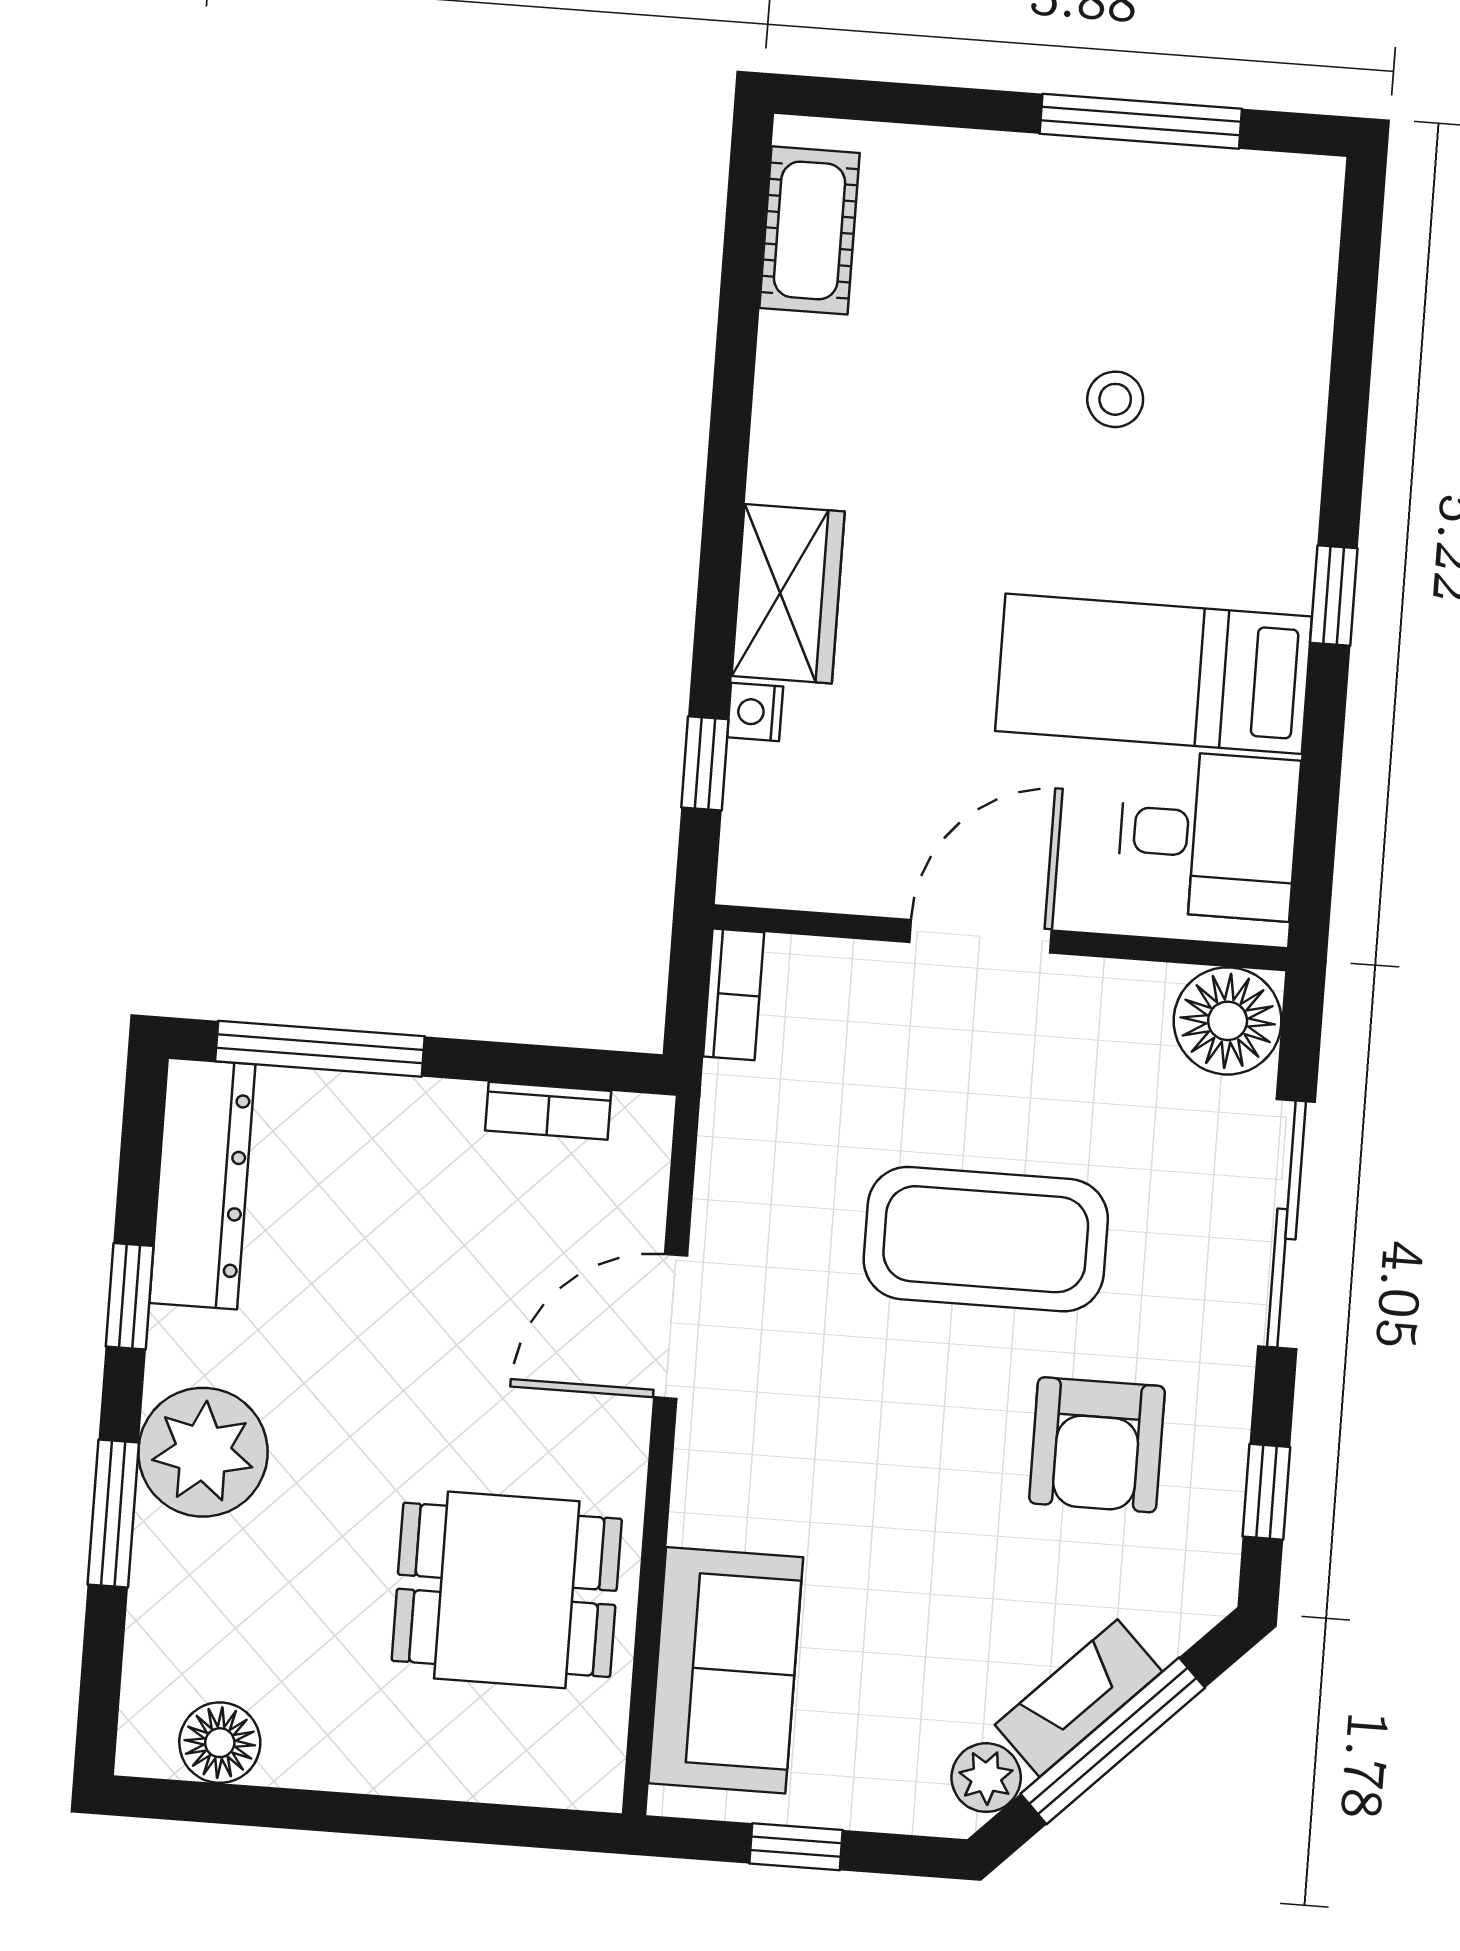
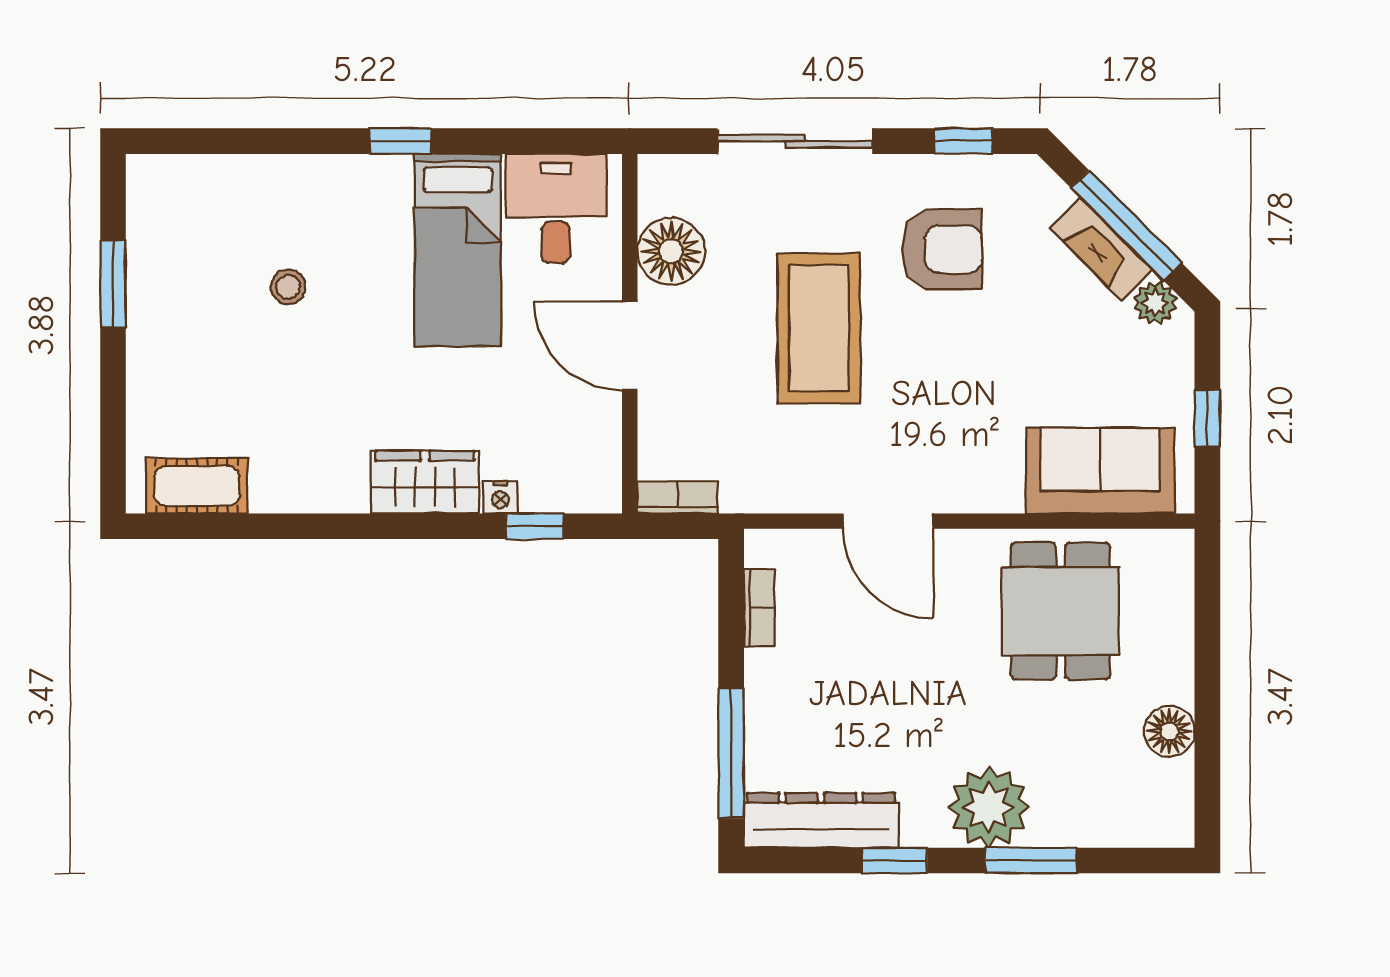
window: (1141, 121) -> (113, 284), width x0.69
floor lamp: (1228, 1021) -> (671, 251), moved
floor lamp: (220, 1743) -> (1169, 731), moved

